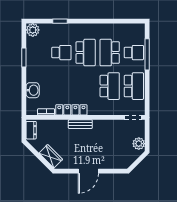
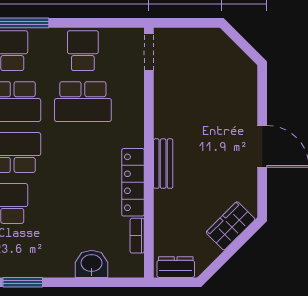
school desk: (110, 86) -> (83, 102), turned 180
school desk: (134, 86) -> (83, 51), width x0.54
plant: (139, 144) -> (204, 40), removed

